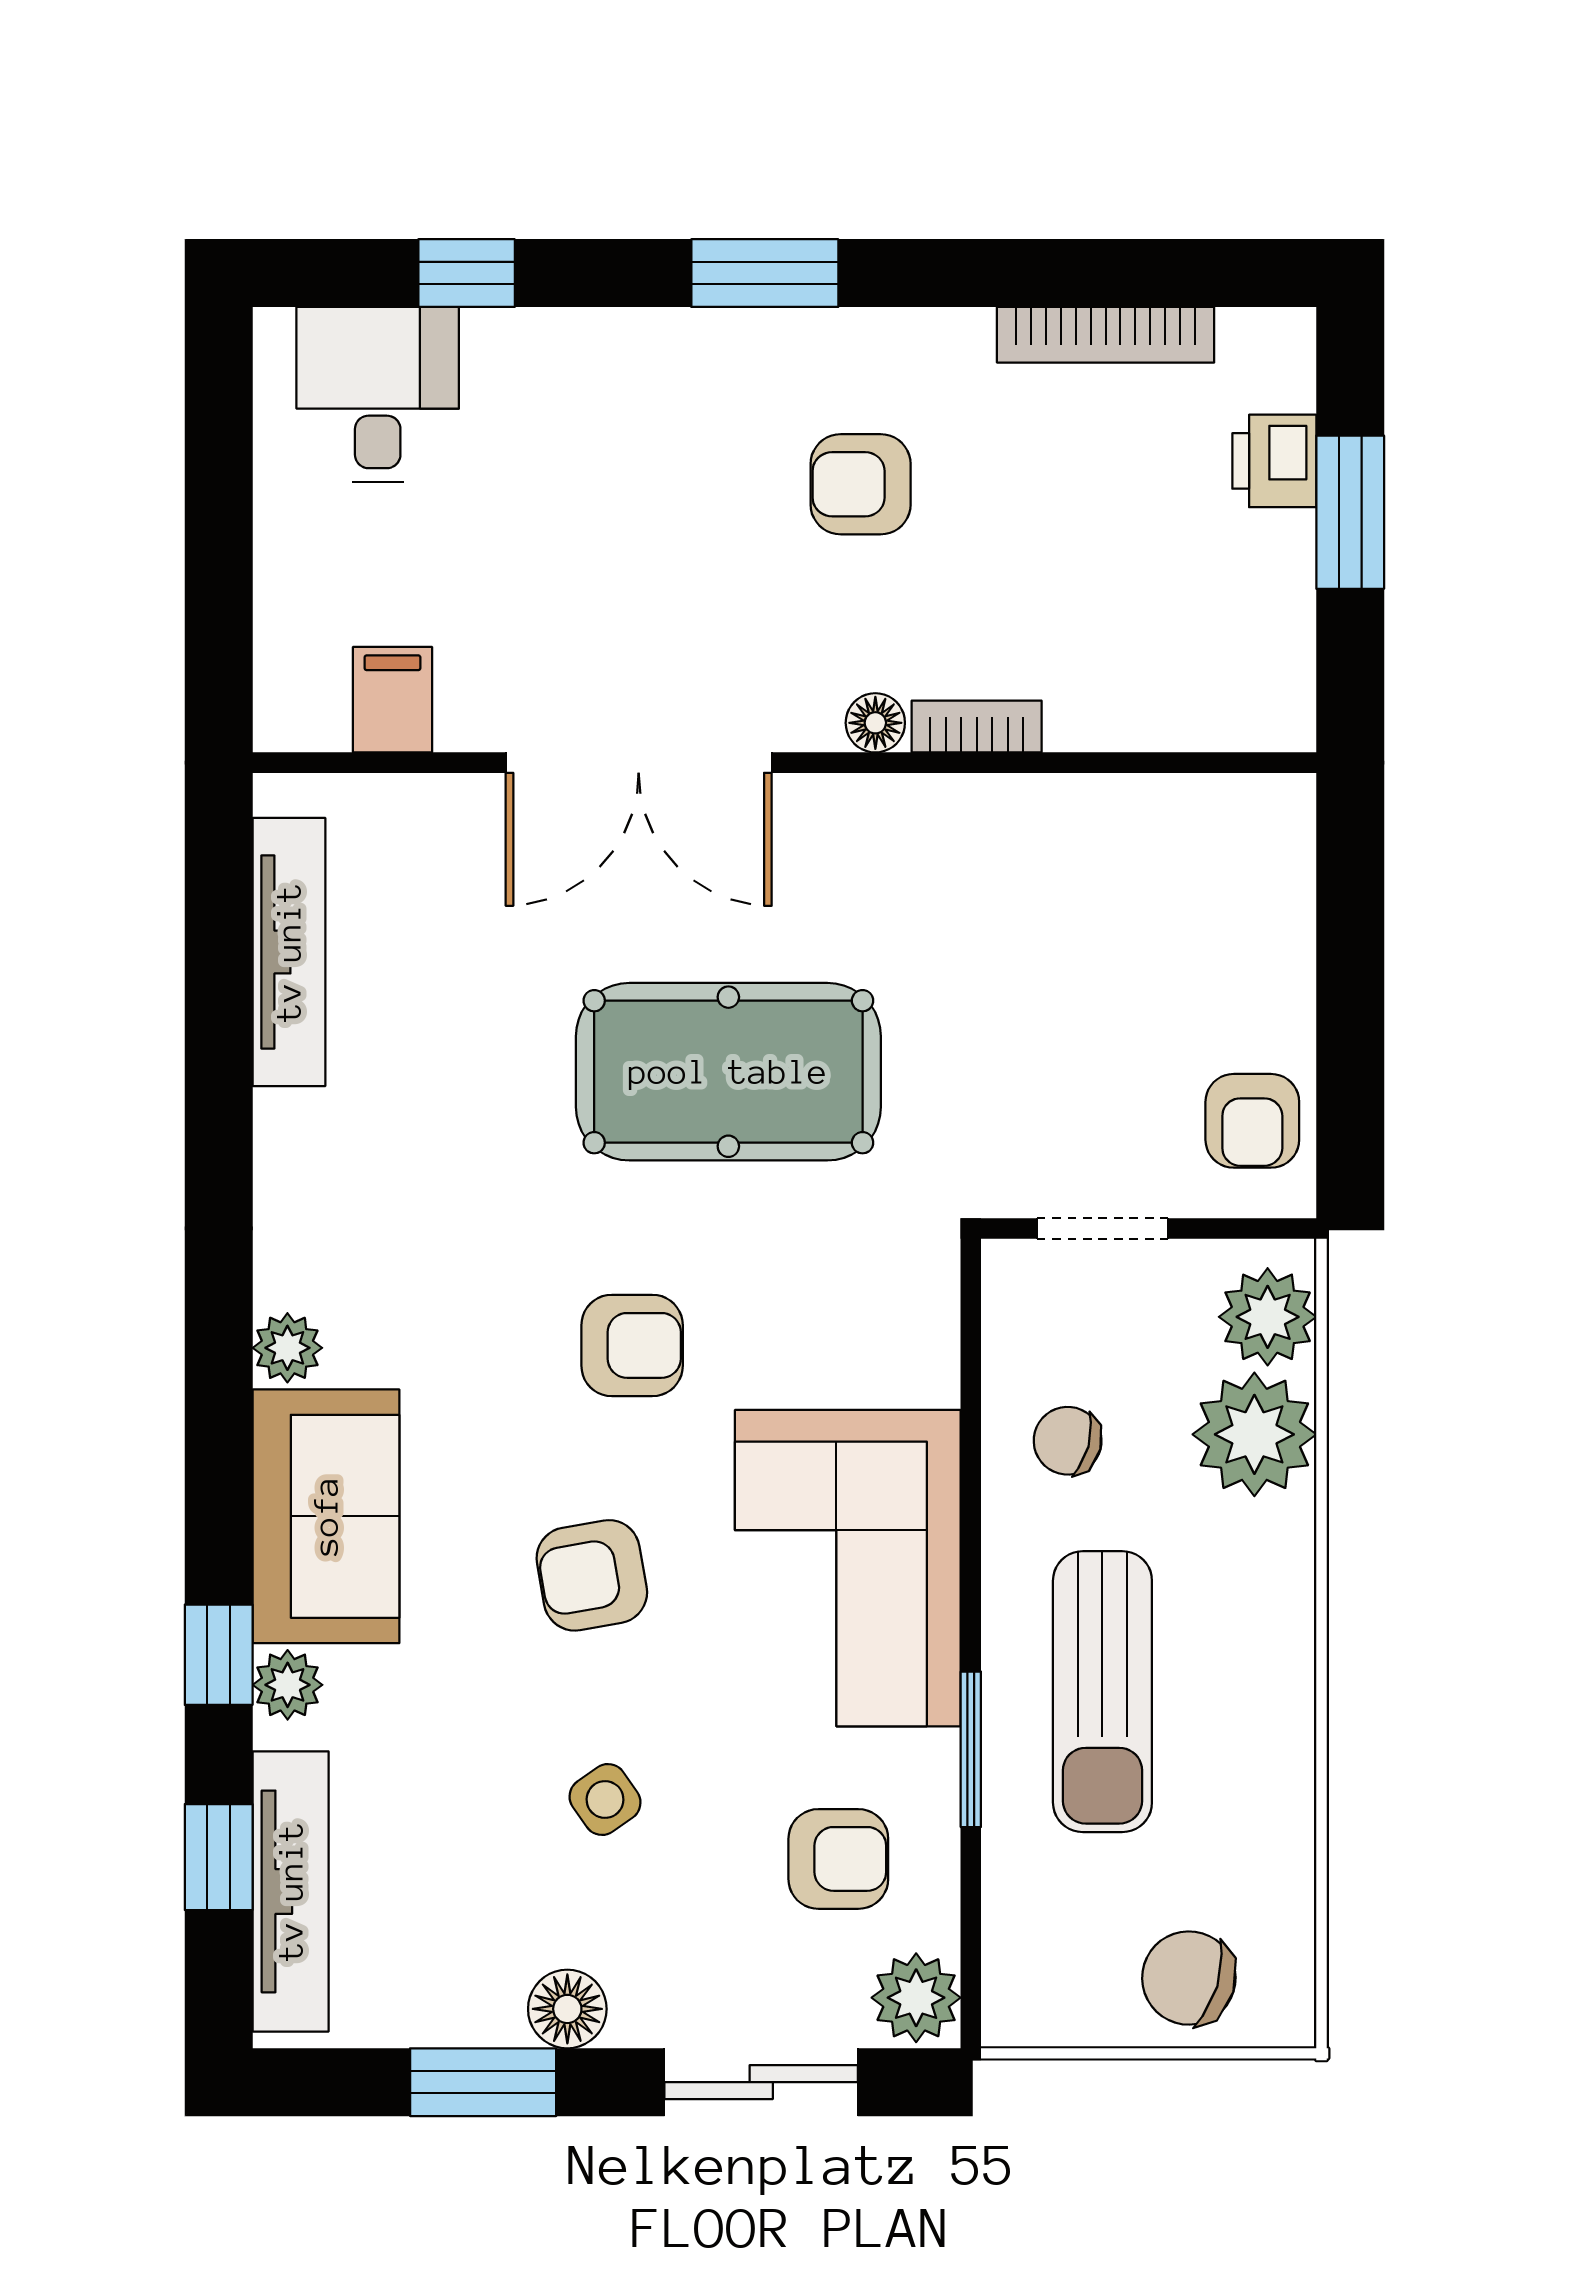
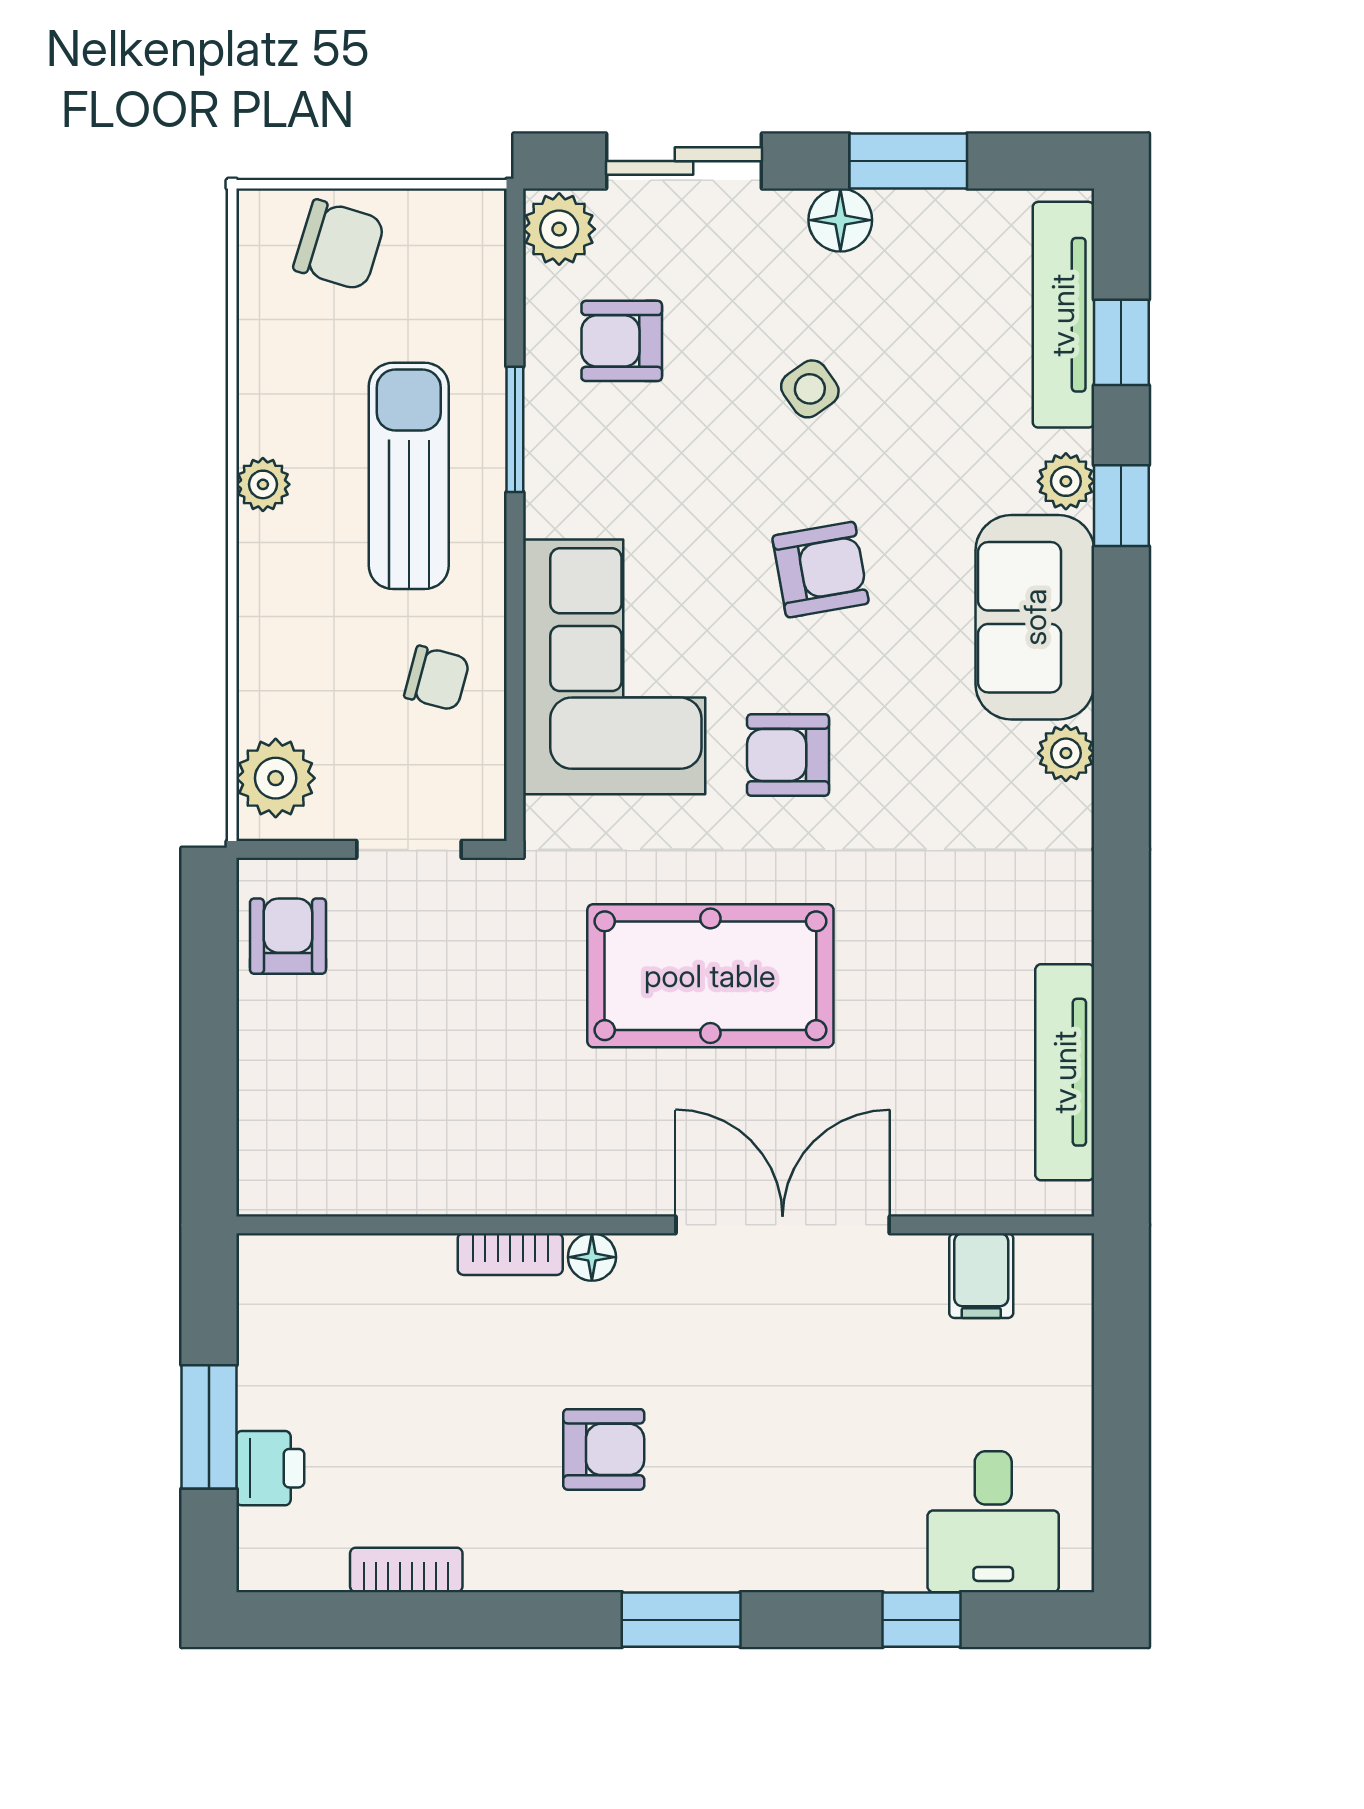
bookcase: (1106, 335) -> (406, 1570), width x0.64
plant: (1254, 1434) -> (263, 484), moved, width x0.53, depth x0.53
corner sofa: (848, 1568) -> (614, 667), moved

